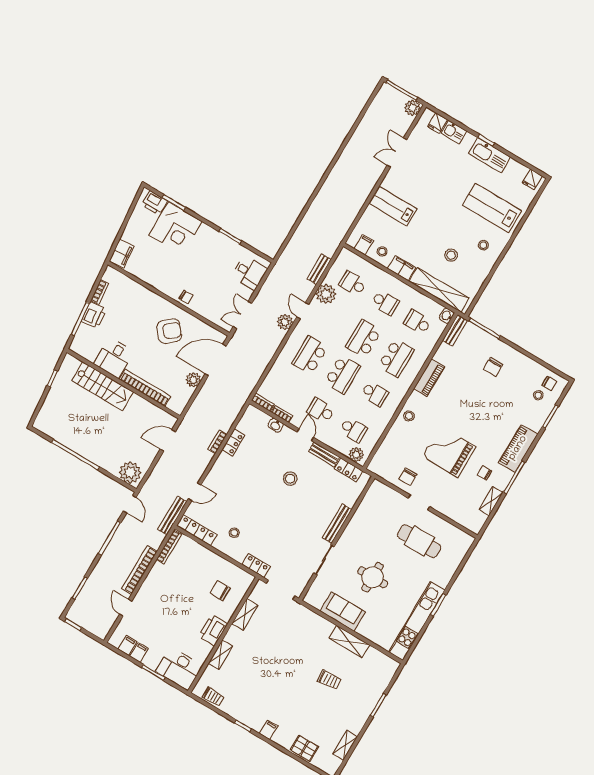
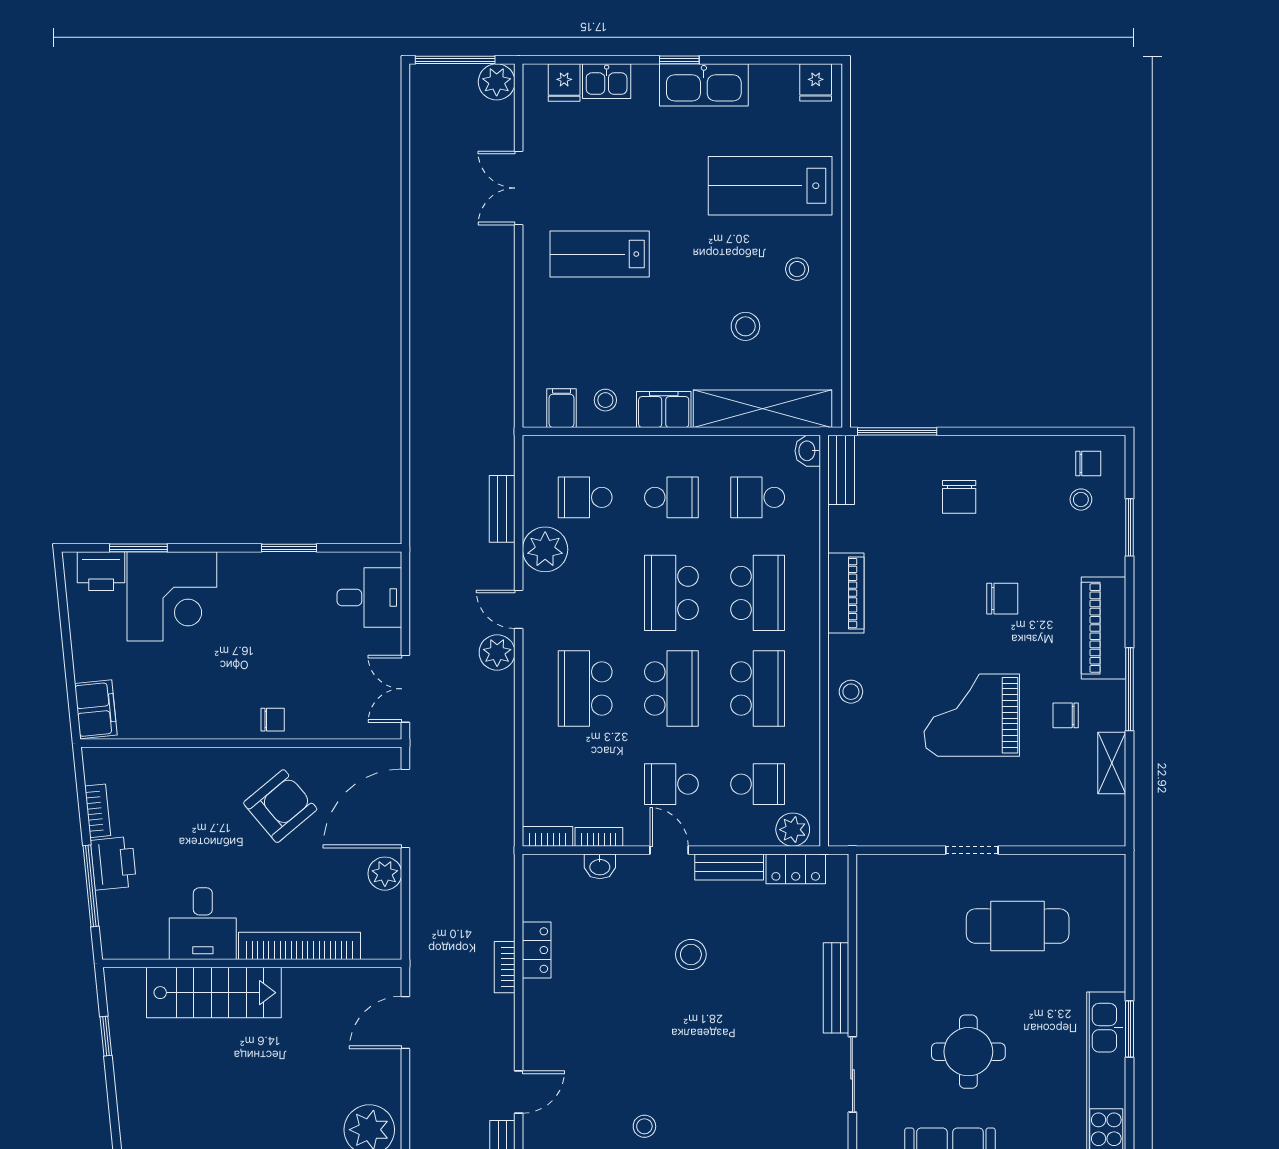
lab bench: (393, 206) -> (600, 254), moved
school desk: (375, 394) -> (758, 689), width x1.85
chair: (408, 477) -> (1002, 599), moved, turned -90

